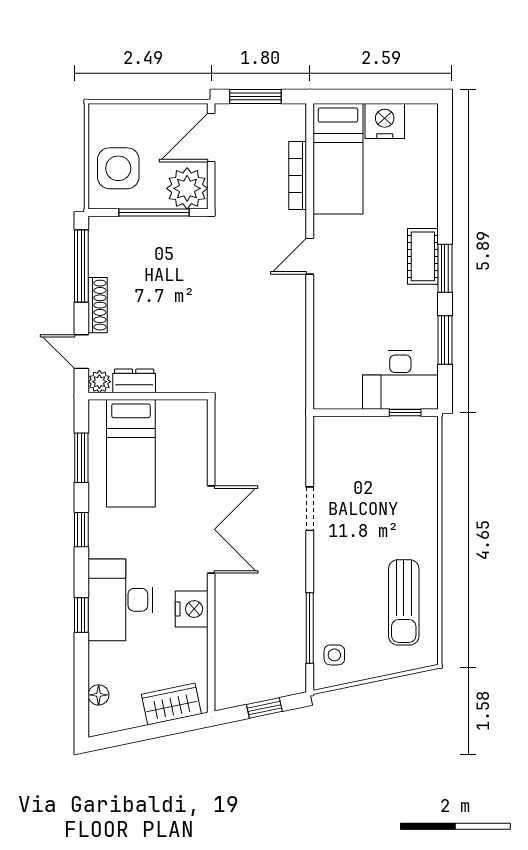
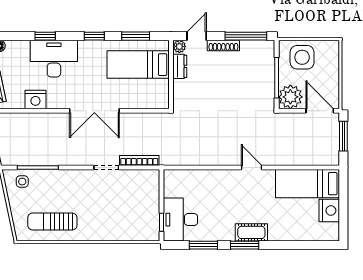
bookcase: (298, 175) -> (139, 160), moved
nightstand: (192, 609) -> (35, 99), moved

